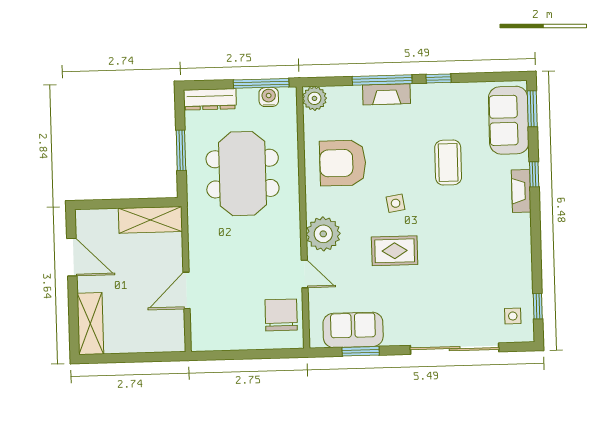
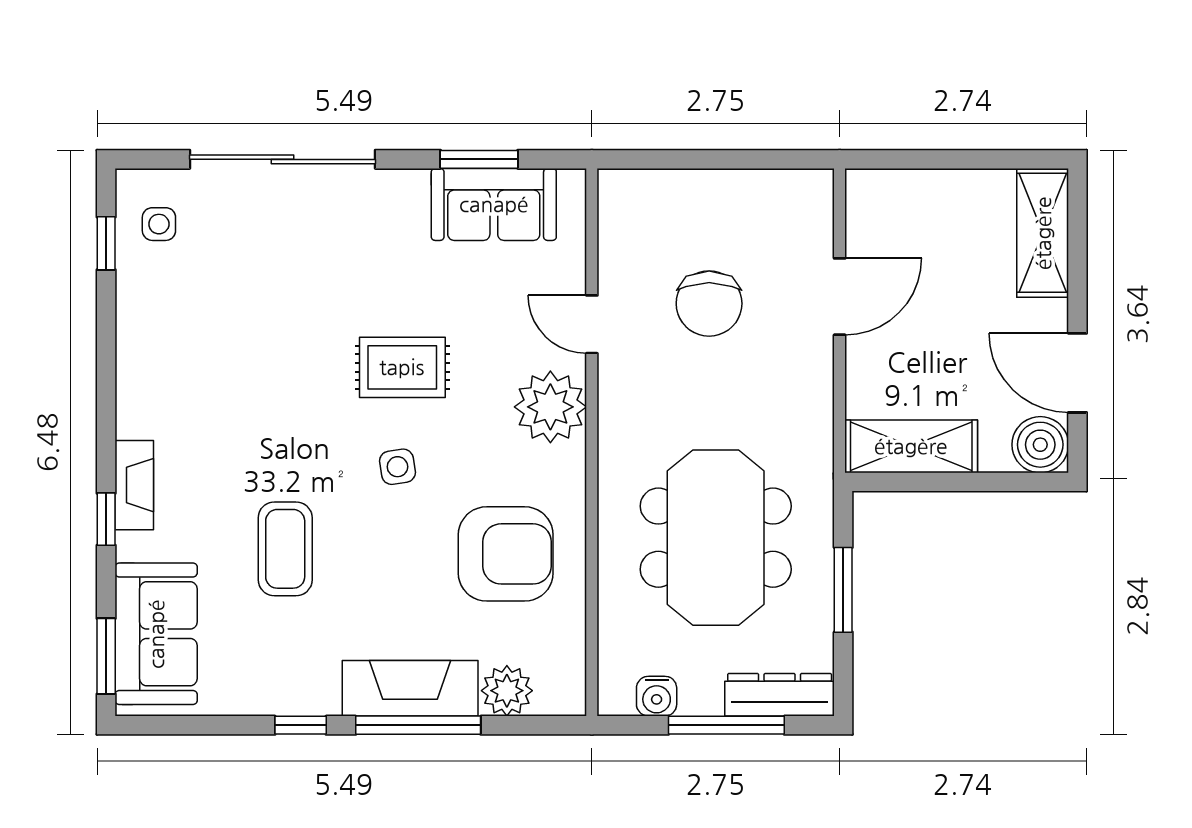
window: (261, 83) -> (726, 725), moved
fireplace: (386, 94) -> (410, 688), width x1.37, depth x1.32
plant: (314, 98) -> (507, 691), moved
boiler: (89, 222) -> (1040, 445), added
chair: (281, 315) -> (709, 304), moved

